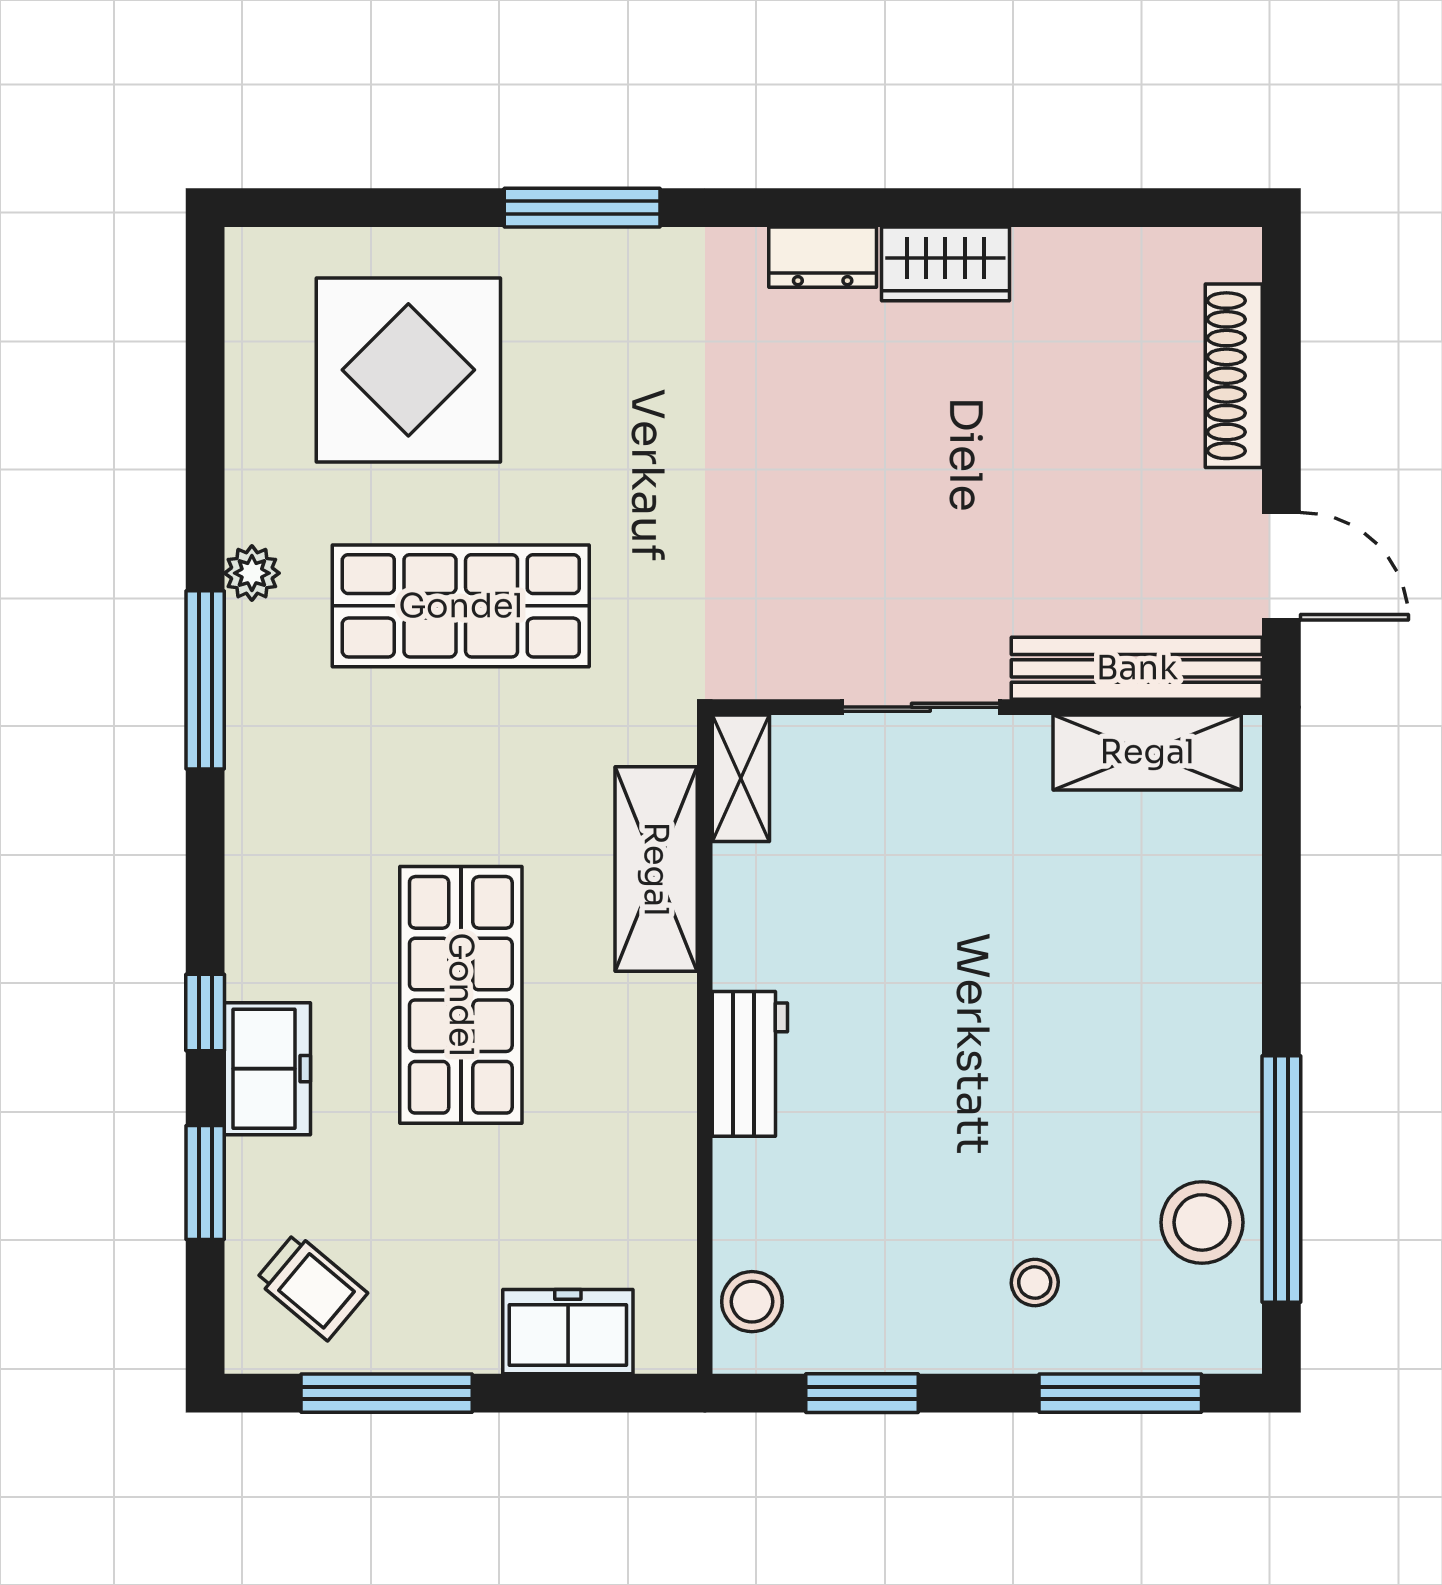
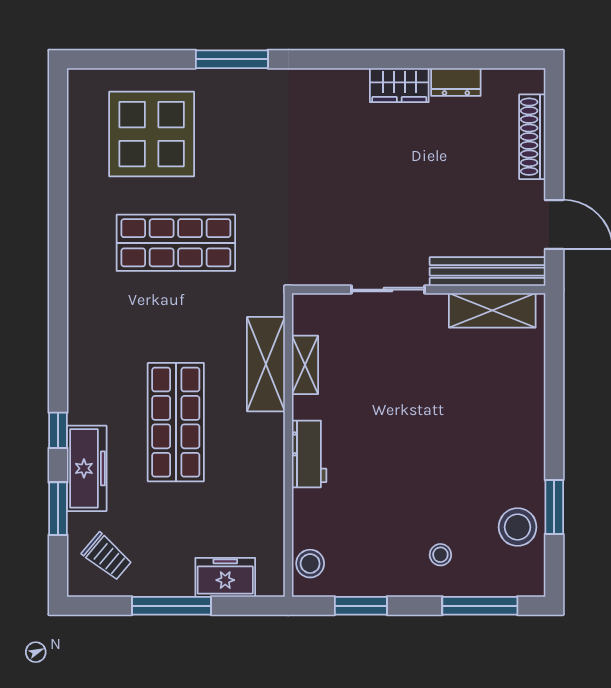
dresser: (823, 257) -> (456, 82), moved
plant: (252, 573) -> (80, 228), removed
window: (205, 680) -> (58, 277), removed
shelving: (741, 778) -> (305, 365), moved
freezer: (267, 1069) -> (87, 468), width x1.40
window: (1281, 1179) -> (554, 507), width x0.47
window: (387, 1393) -> (172, 606), moved

